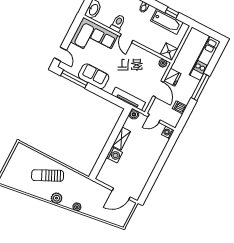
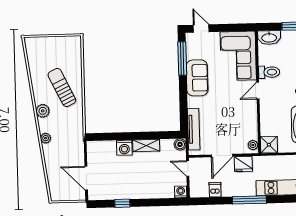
door: (60, 54) -> (201, 28), swing flipped
window: (153, 178) -> (122, 203), added

